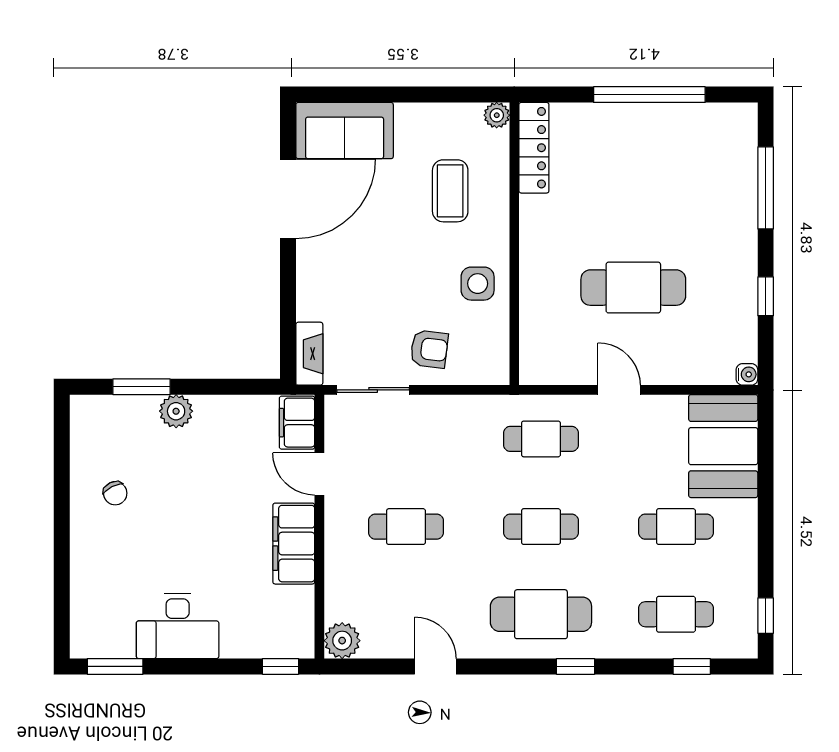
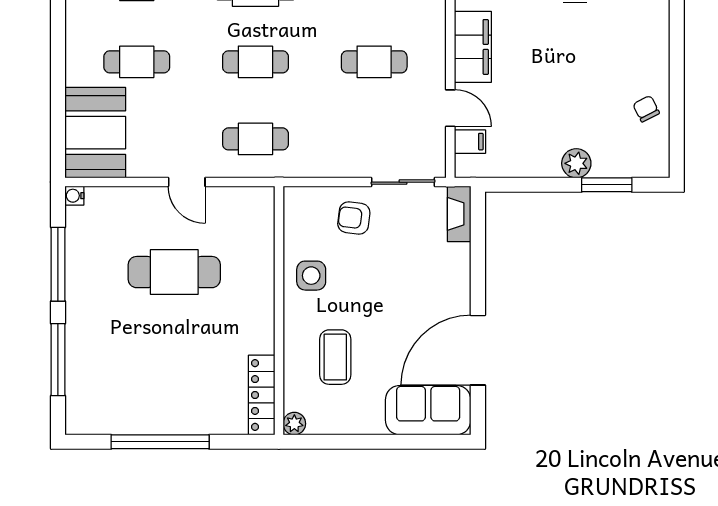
window: (766, 296) -> (58, 264), width x2.17
filing cabinet: (297, 423) -> (470, 142), width x0.50
chair: (115, 493) -> (646, 109), moved

